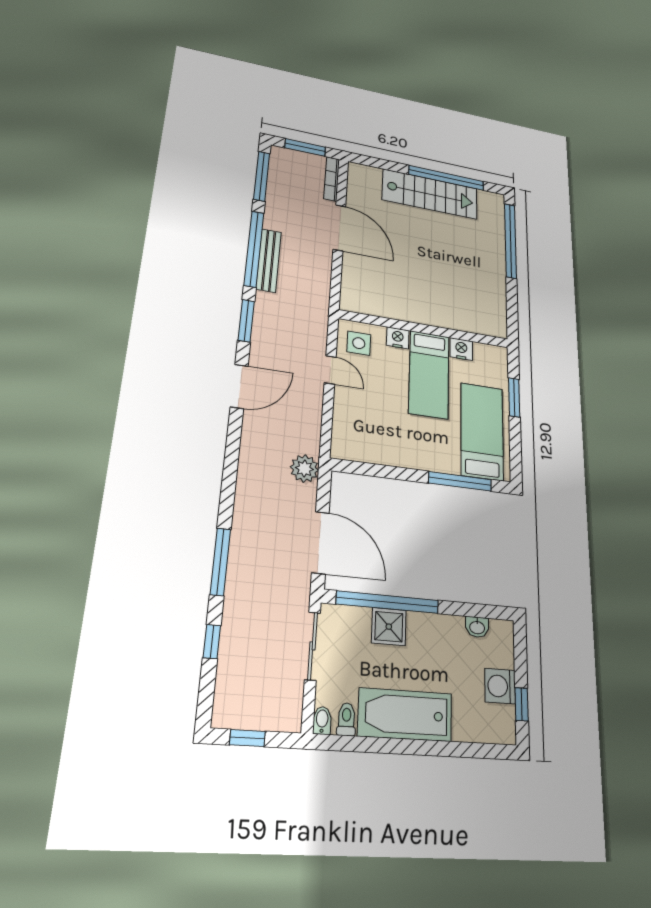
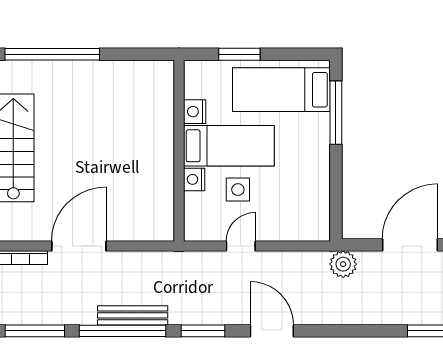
side table: (359, 343) -> (238, 190), moved

